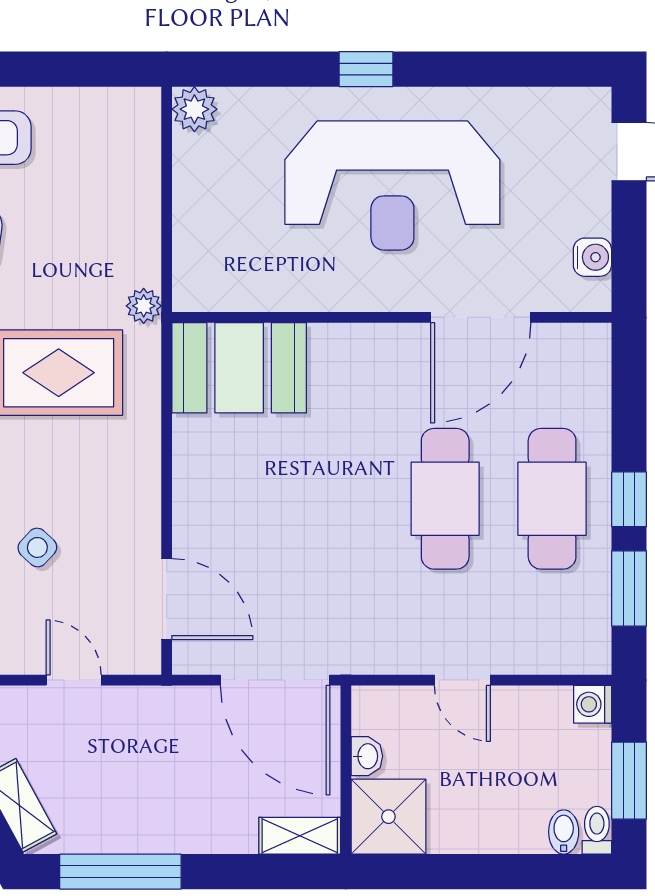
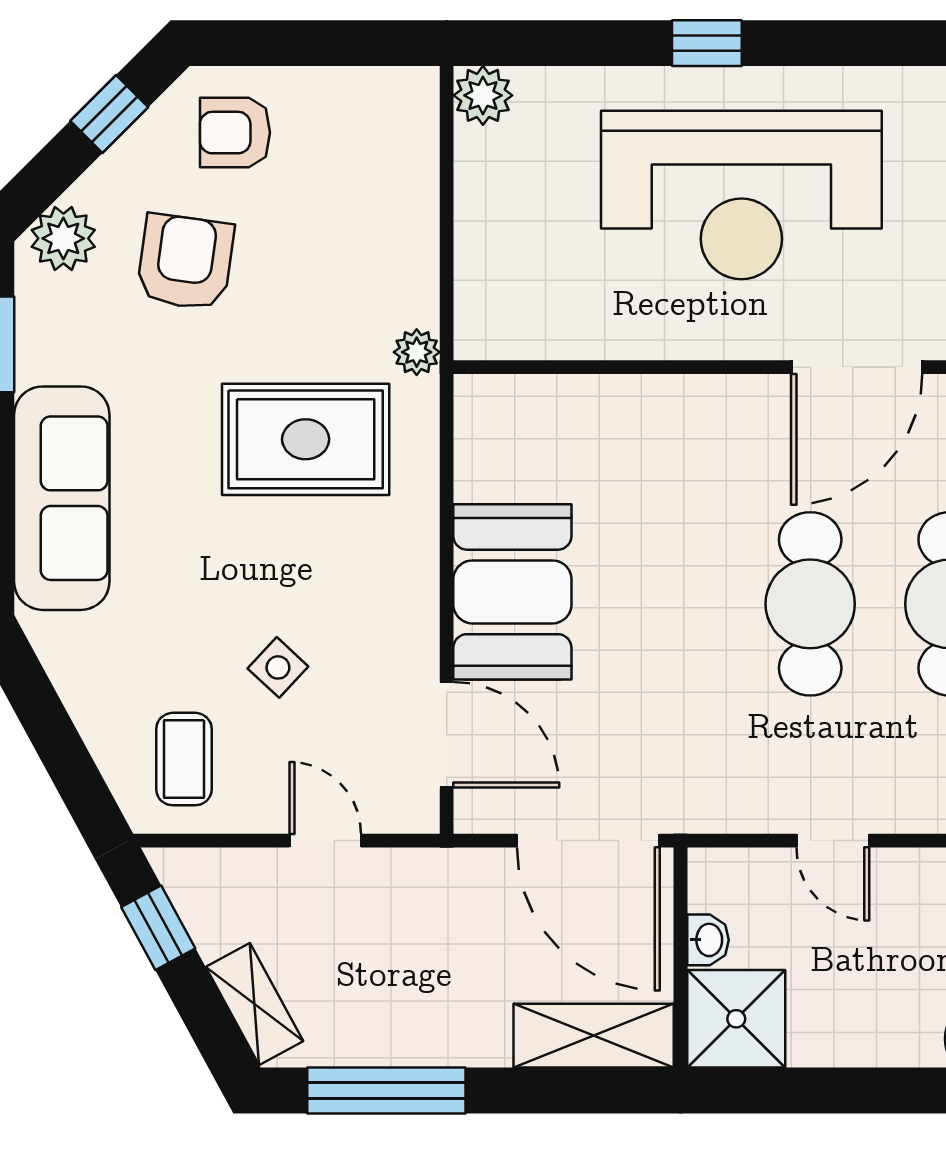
booth: (239, 368) -> (512, 592), moved, turned 90
shelving: (300, 836) -> (594, 1036), width x1.50, depth x1.33

